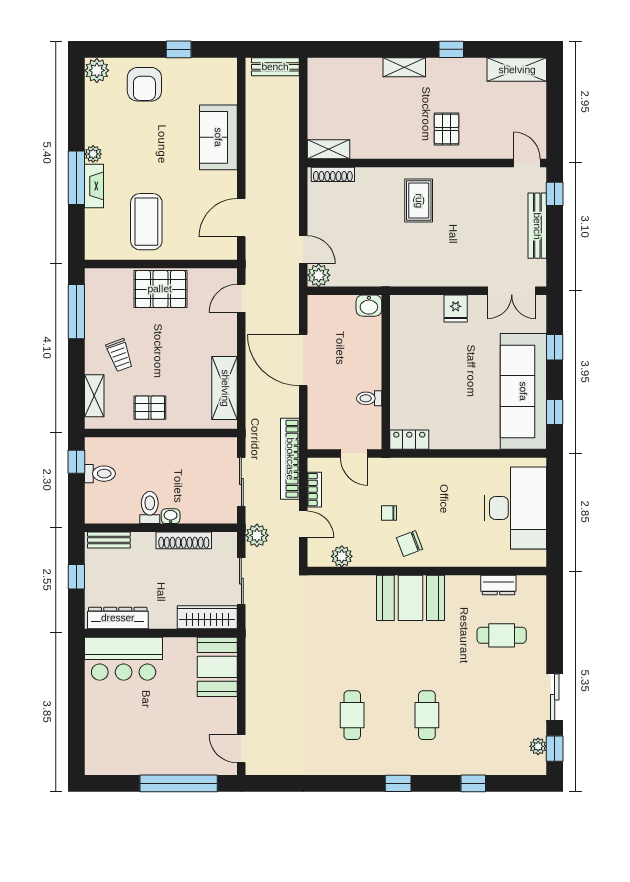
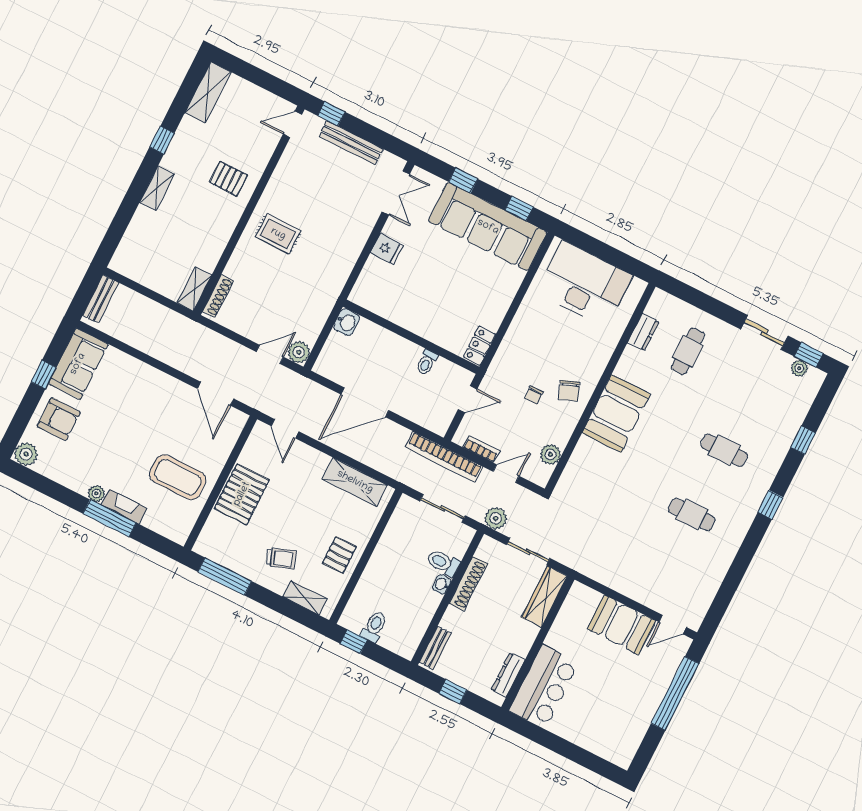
sofa: (218, 137) -> (78, 364), moved, turned -90
toilet: (150, 507) -> (443, 563), moved
dresser: (118, 618) -> (508, 675), width x0.73, depth x0.80
booth: (217, 667) -> (621, 625), moved

